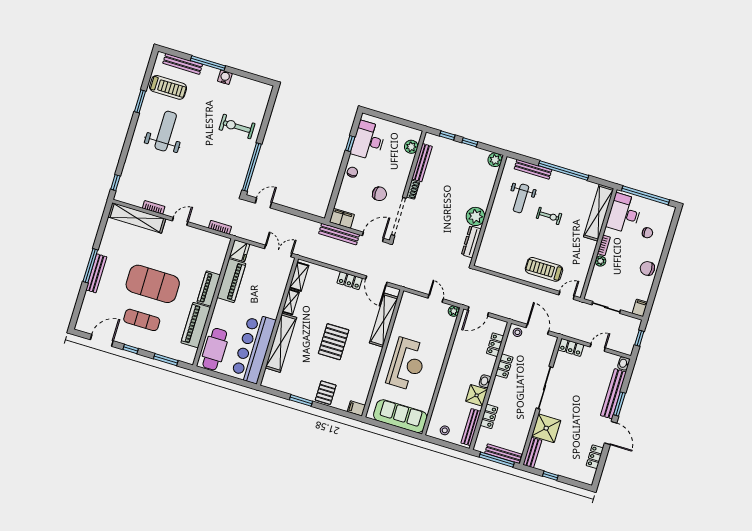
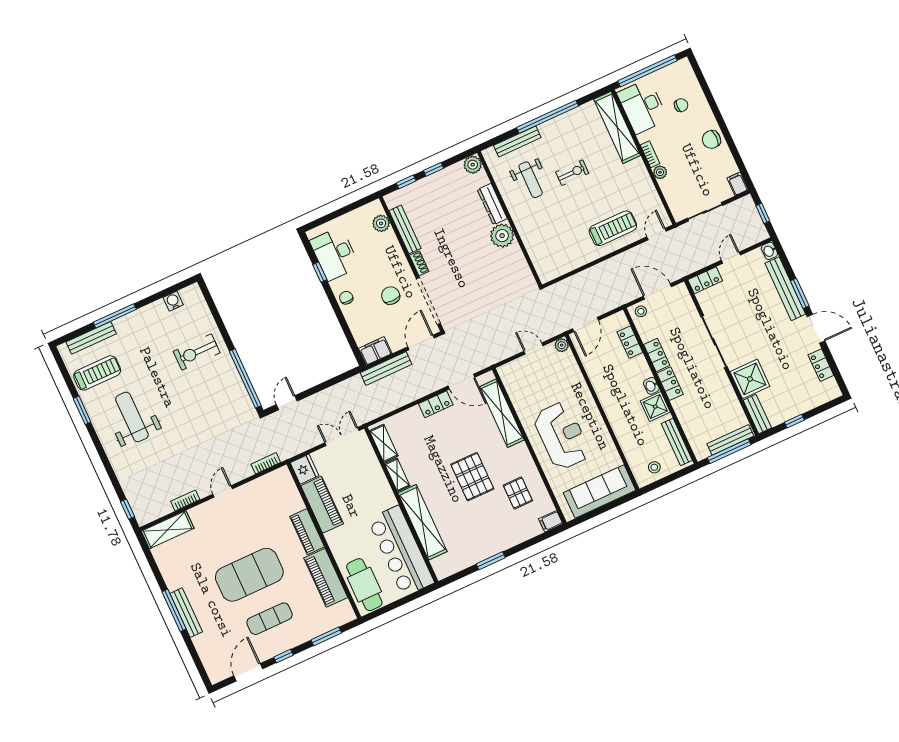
water cooler: (225, 77) -> (173, 301), moved
chair: (379, 194) -> (391, 296), turned -90
shelving: (137, 218) -> (168, 530), width x0.68
dresser: (471, 242) -> (492, 204), moved
treadmill: (544, 269) -> (613, 228), turned 180
pallet: (326, 393) -> (518, 493), moved
locker: (489, 416) -> (670, 384), moved

